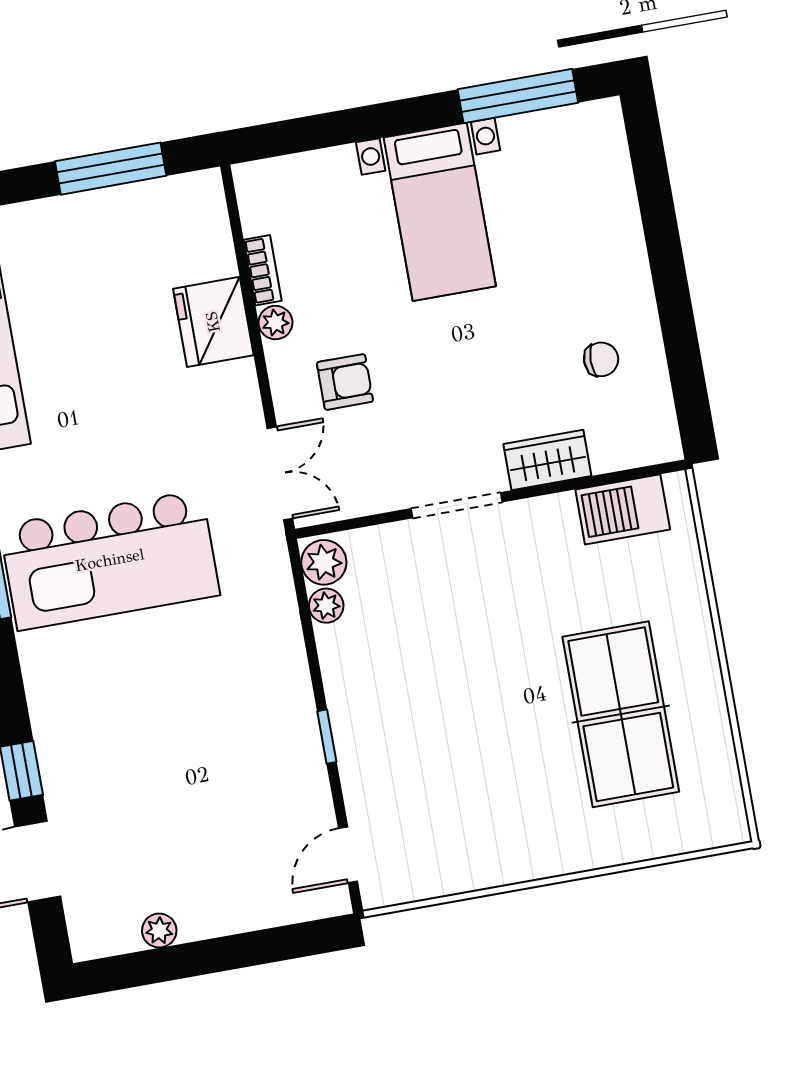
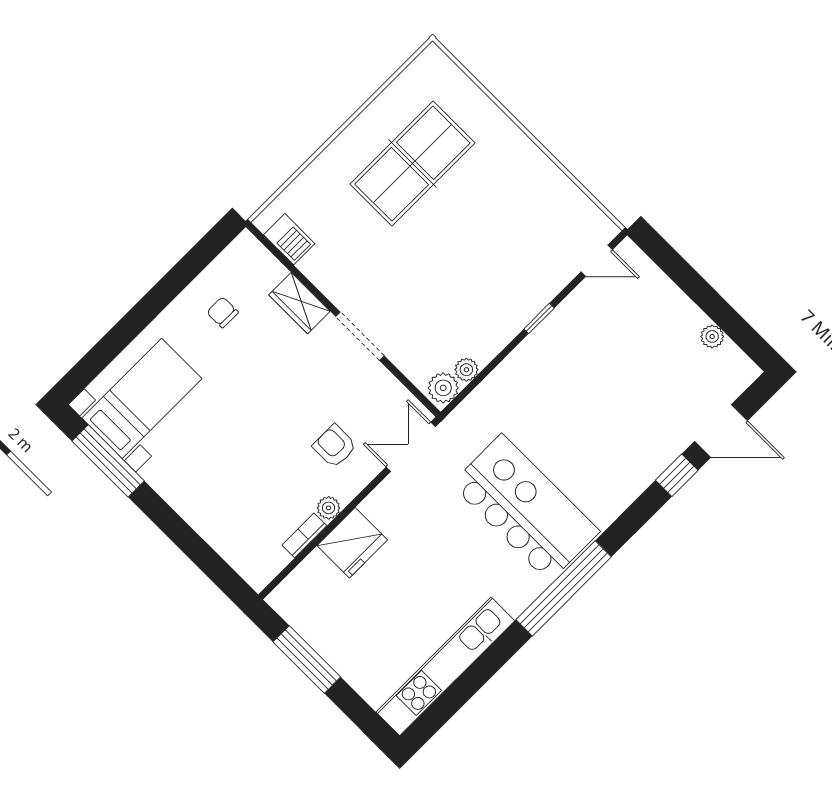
bed with nightstands: (440, 212) -> (142, 398), moved
barbecue: (623, 509) -> (289, 239), width x0.73, depth x0.79

